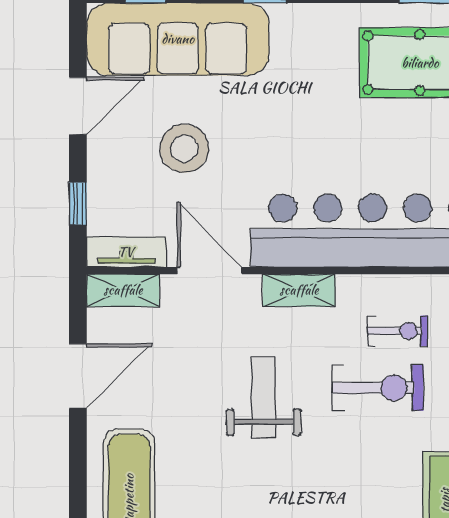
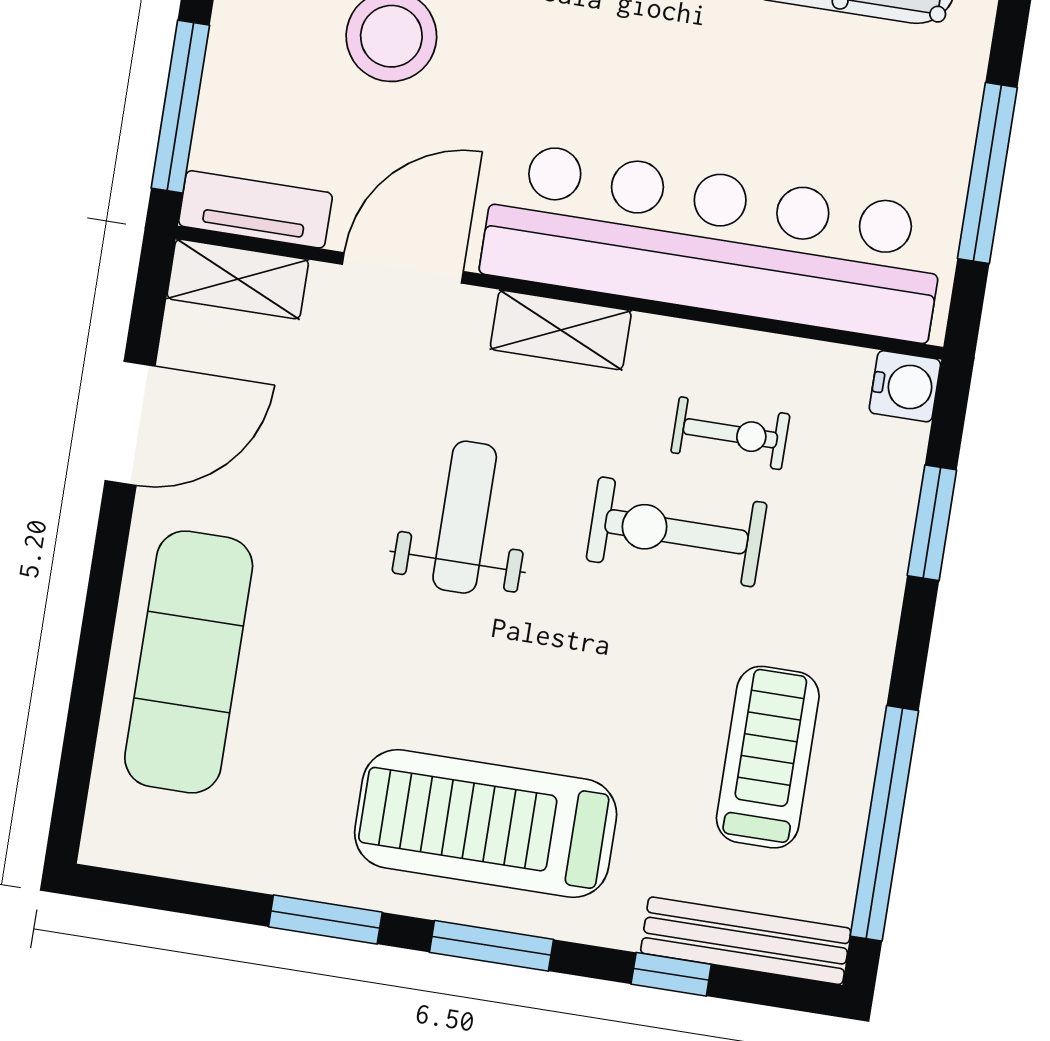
window: (78, 204) -> (180, 107), width x2.17
door: (210, 271) -> (403, 268), hinge flipped
exercise bike: (377, 388) -> (677, 532), turned 180

